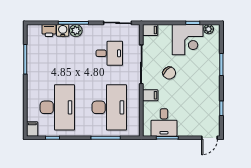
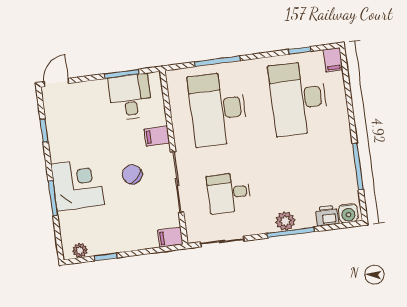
water cooler: (63, 30) -> (348, 213), moved
corner desk: (188, 40) -> (77, 185), moved, turned 90

